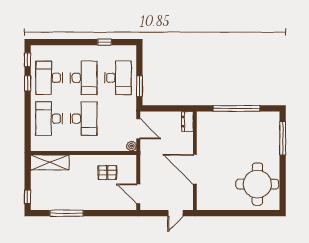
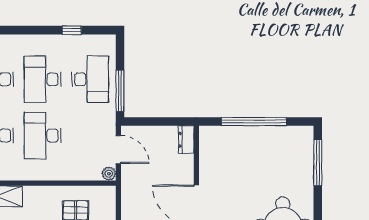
desk: (84, 78) -> (43, 79), turned 180
window: (139, 86) -> (120, 91), width x1.44
desk: (84, 119) -> (43, 136), turned 180

